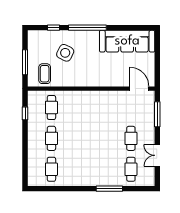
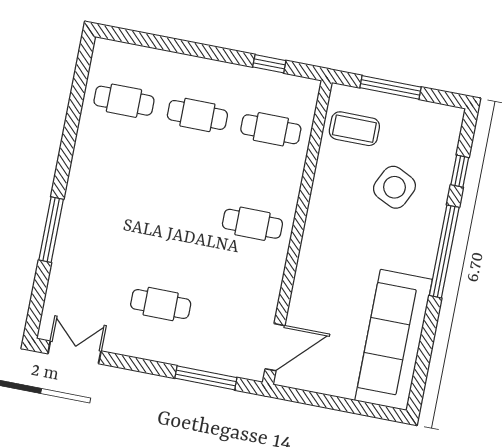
double door: (157, 155) -> (74, 352), moved
cafe table: (131, 169) -> (252, 224), moved

